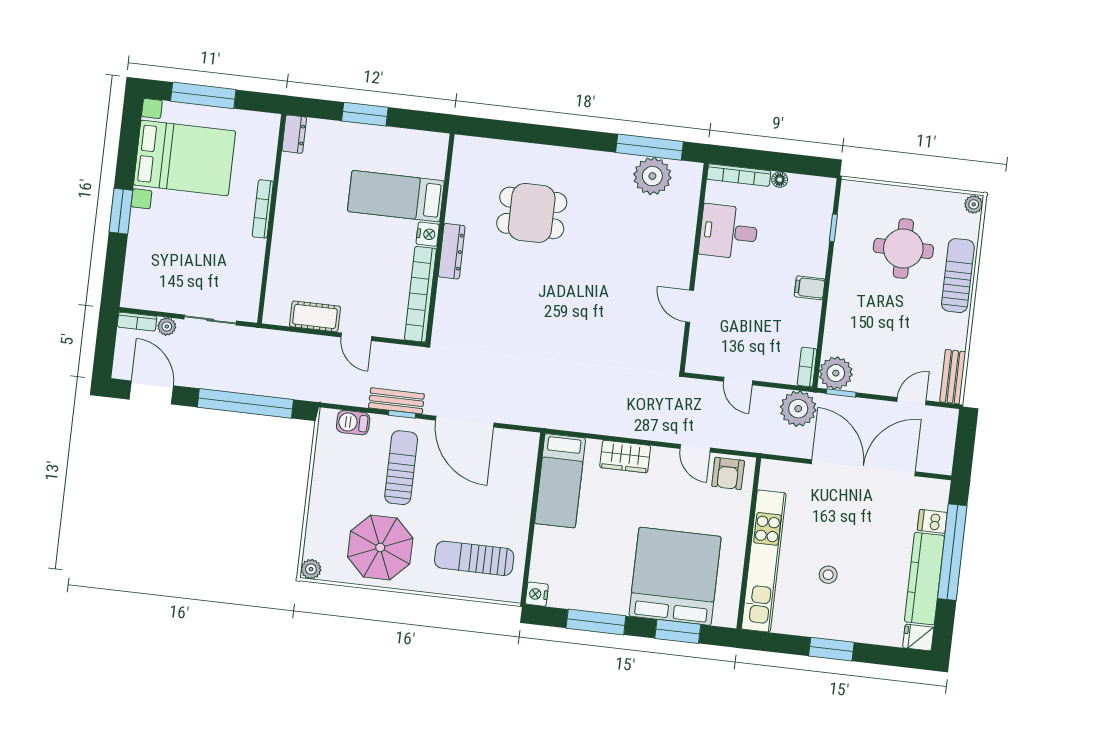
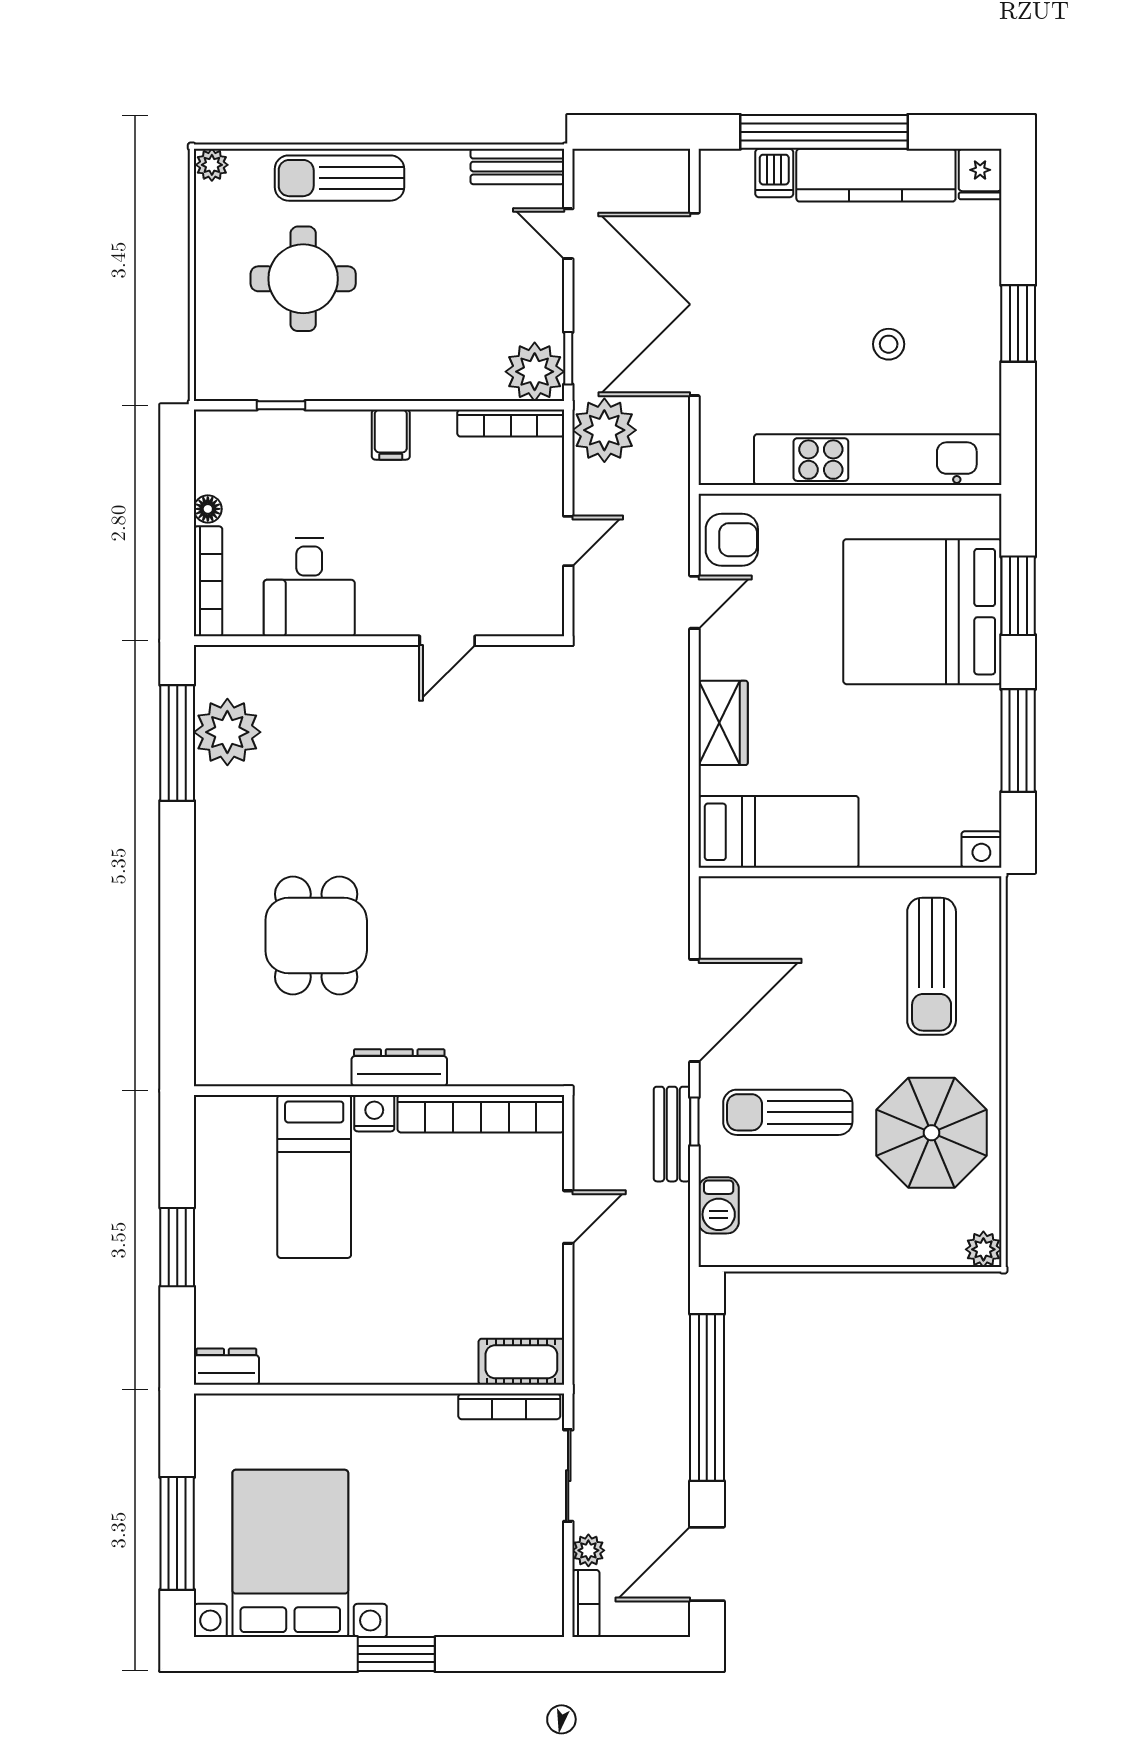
bookcase: (263, 209) -> (509, 1406), moved
cot: (315, 316) -> (521, 1362), moved, turned 90
bookcase: (807, 367) -> (511, 423), width x1.56

